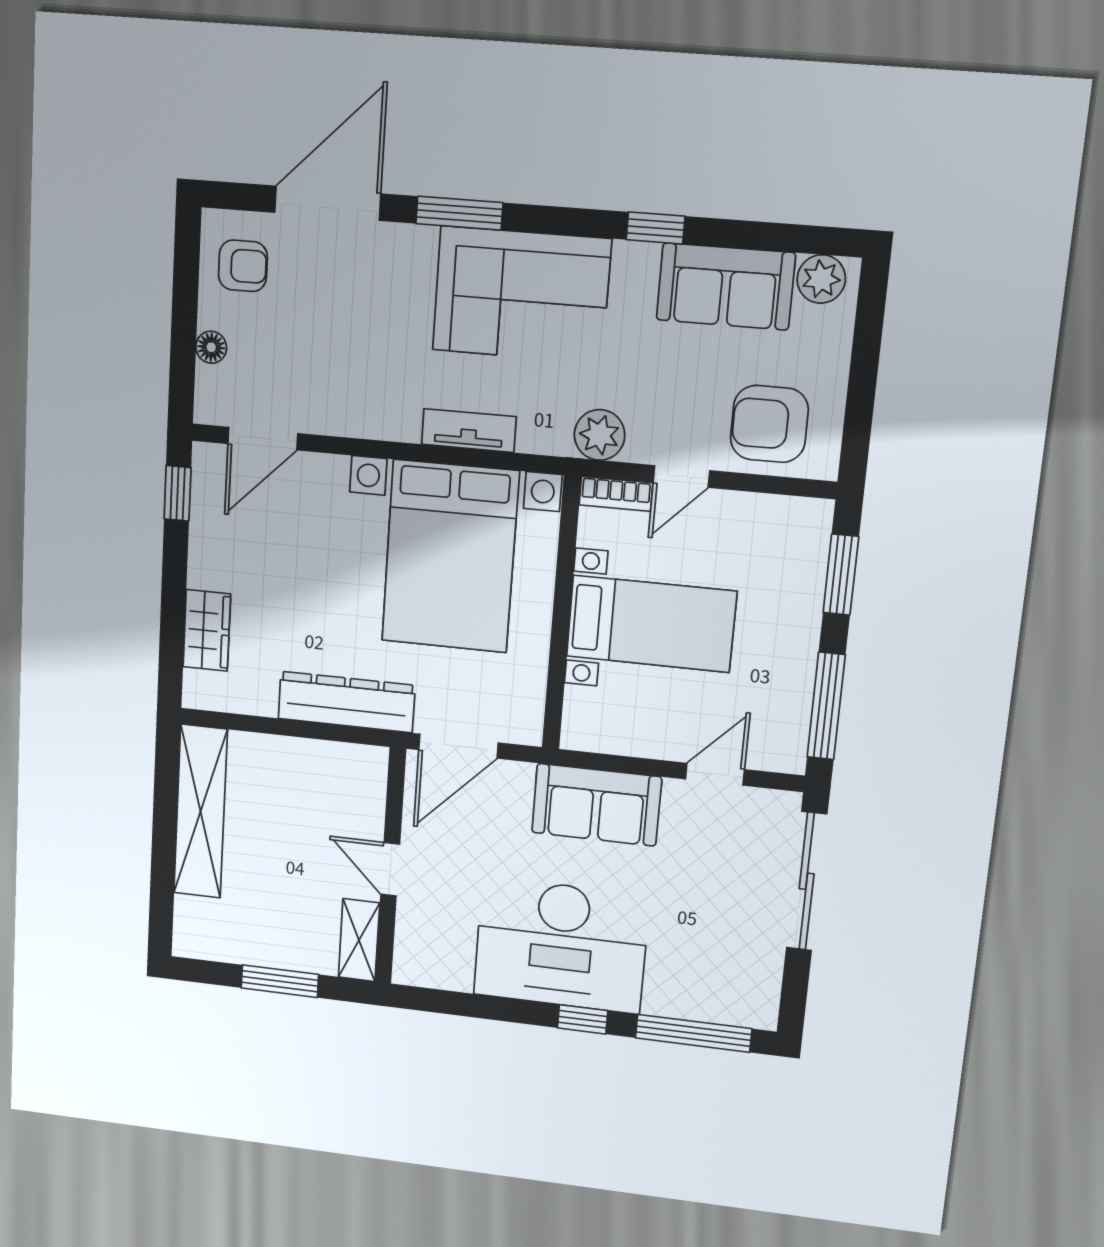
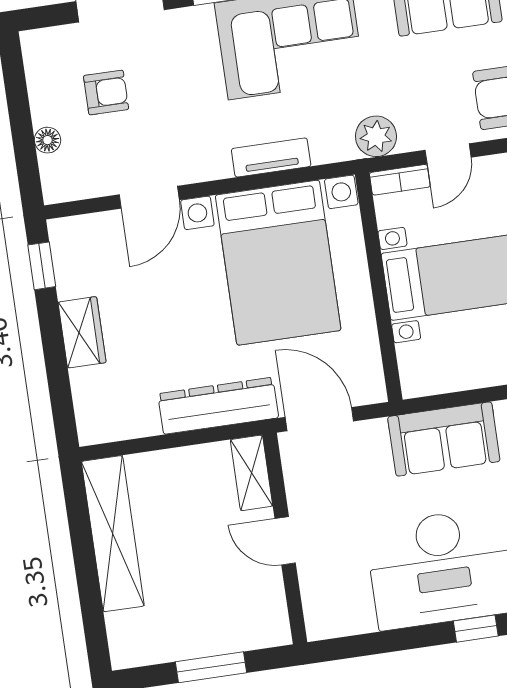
armchair: (243, 266) -> (106, 93), moved
door: (263, 439) -> (149, 197), moved
wardrobe: (207, 630) -> (82, 332), moved
door: (458, 746) -> (319, 419), swing flipped
shelving: (359, 940) -> (252, 473), moved

